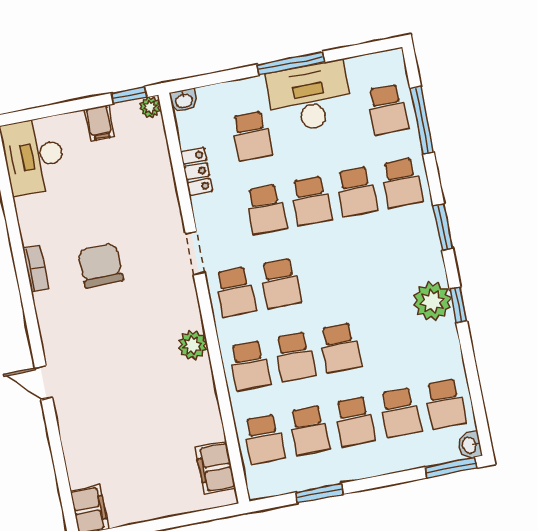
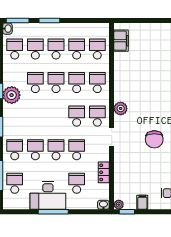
school desk: (385, 339) -> (35, 83), added
plant: (193, 345) -> (121, 108), moved
window: (320, 493) -> (49, 21), moved

